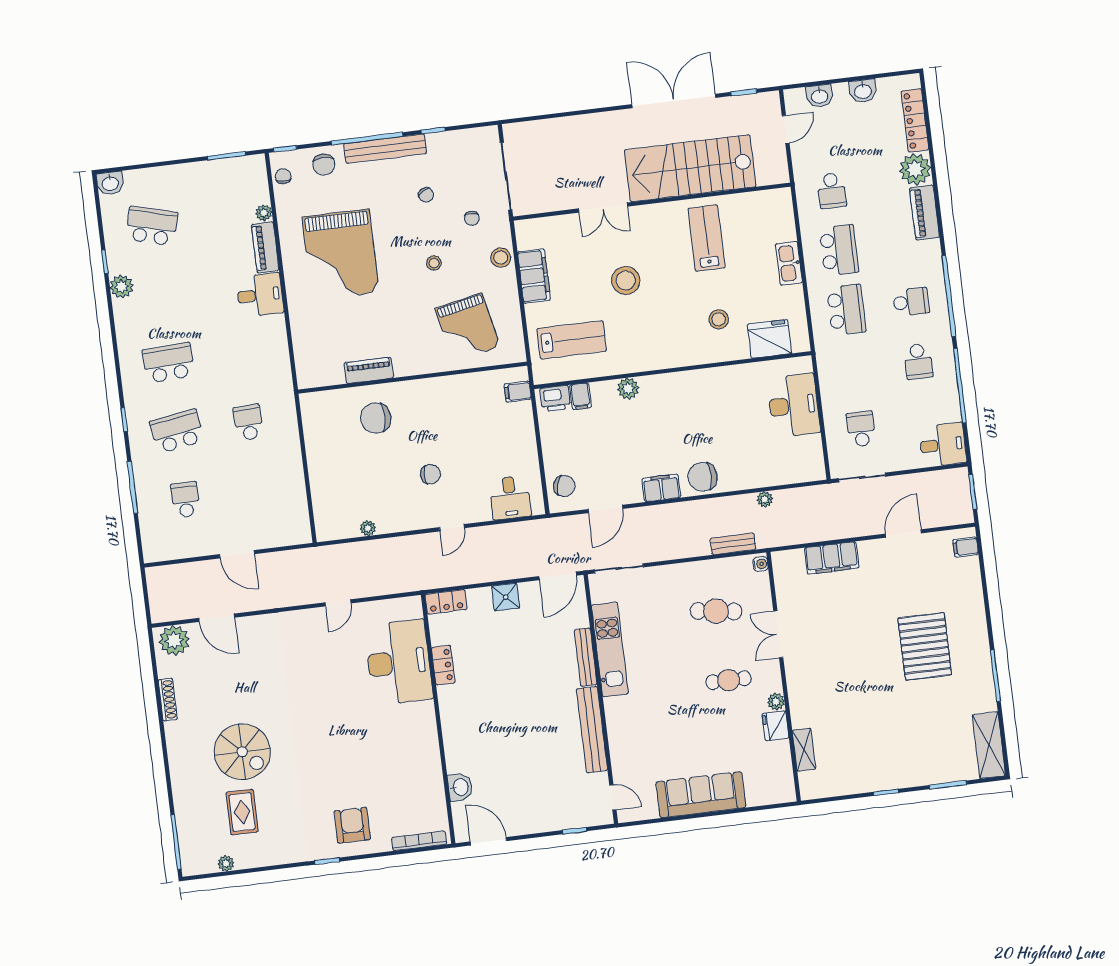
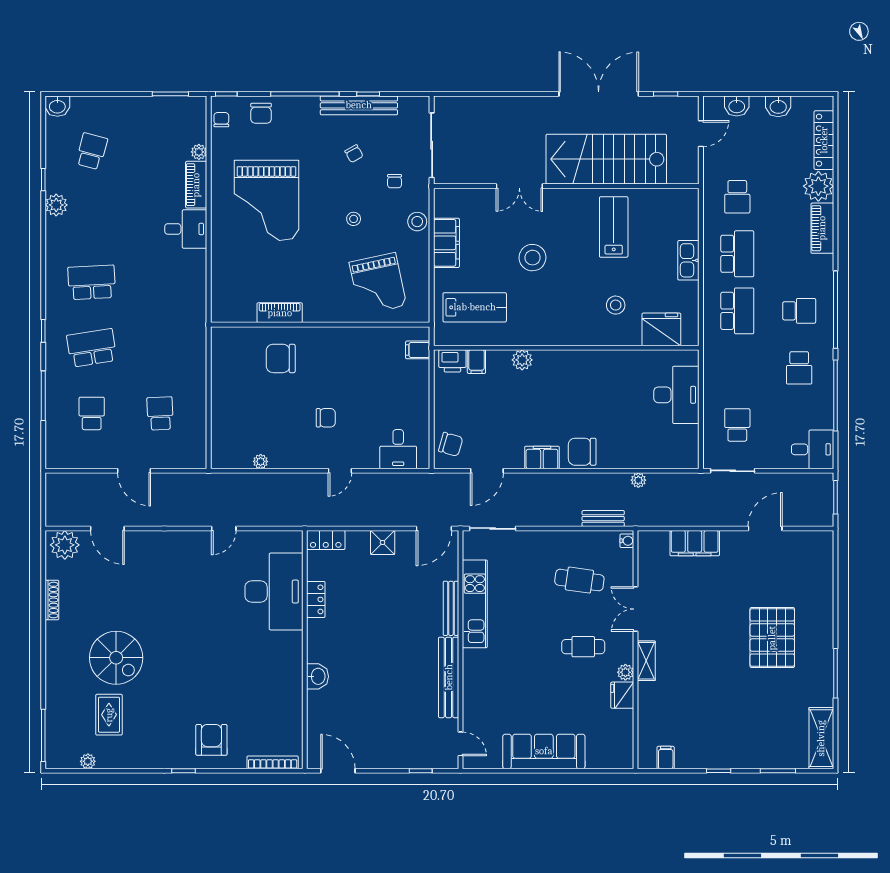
bench: (385, 149) -> (359, 105), moved
school desk: (152, 226) -> (92, 151), width x0.54
school desk: (248, 422) -> (160, 413), moved
filing cabinet: (966, 547) -> (666, 758), moved, turned 90
shelving: (804, 750) -> (646, 661), moved
washbasin: (460, 787) -> (317, 676), moved

